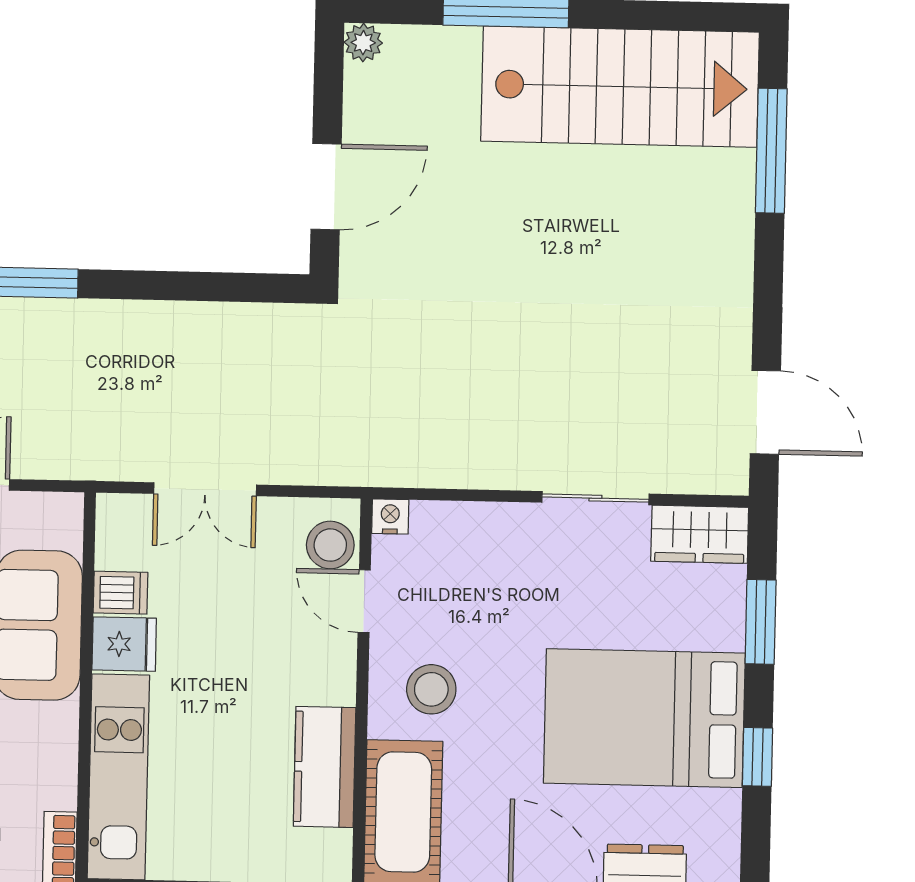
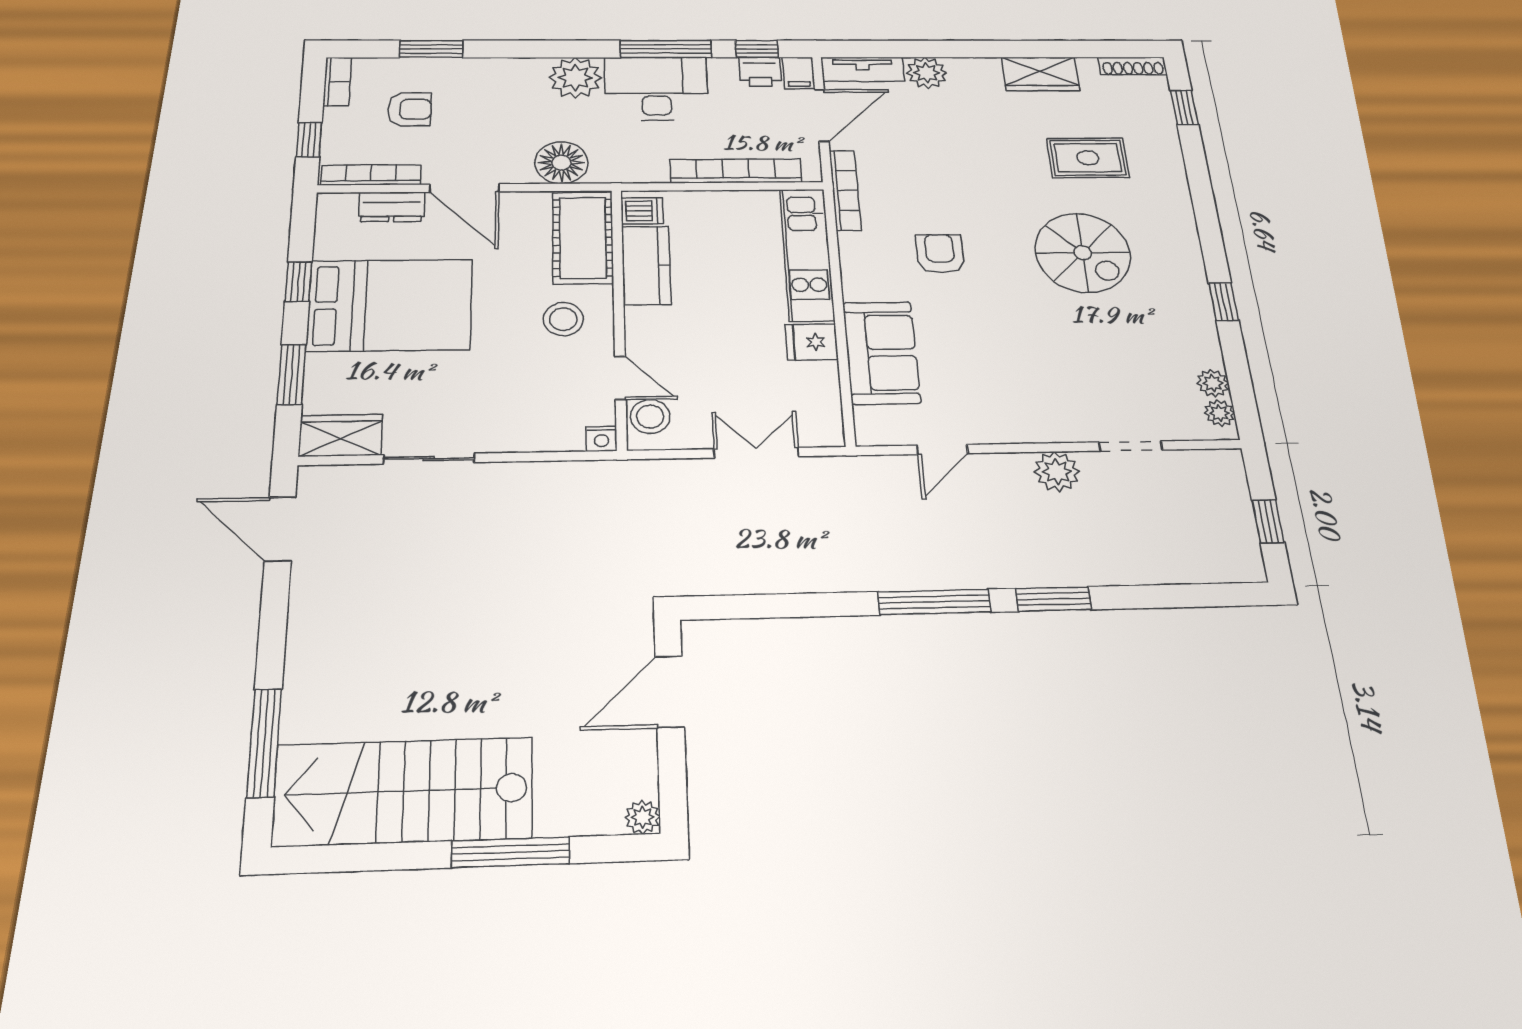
dishwasher: (121, 593) -> (642, 211), moved, turned 180

